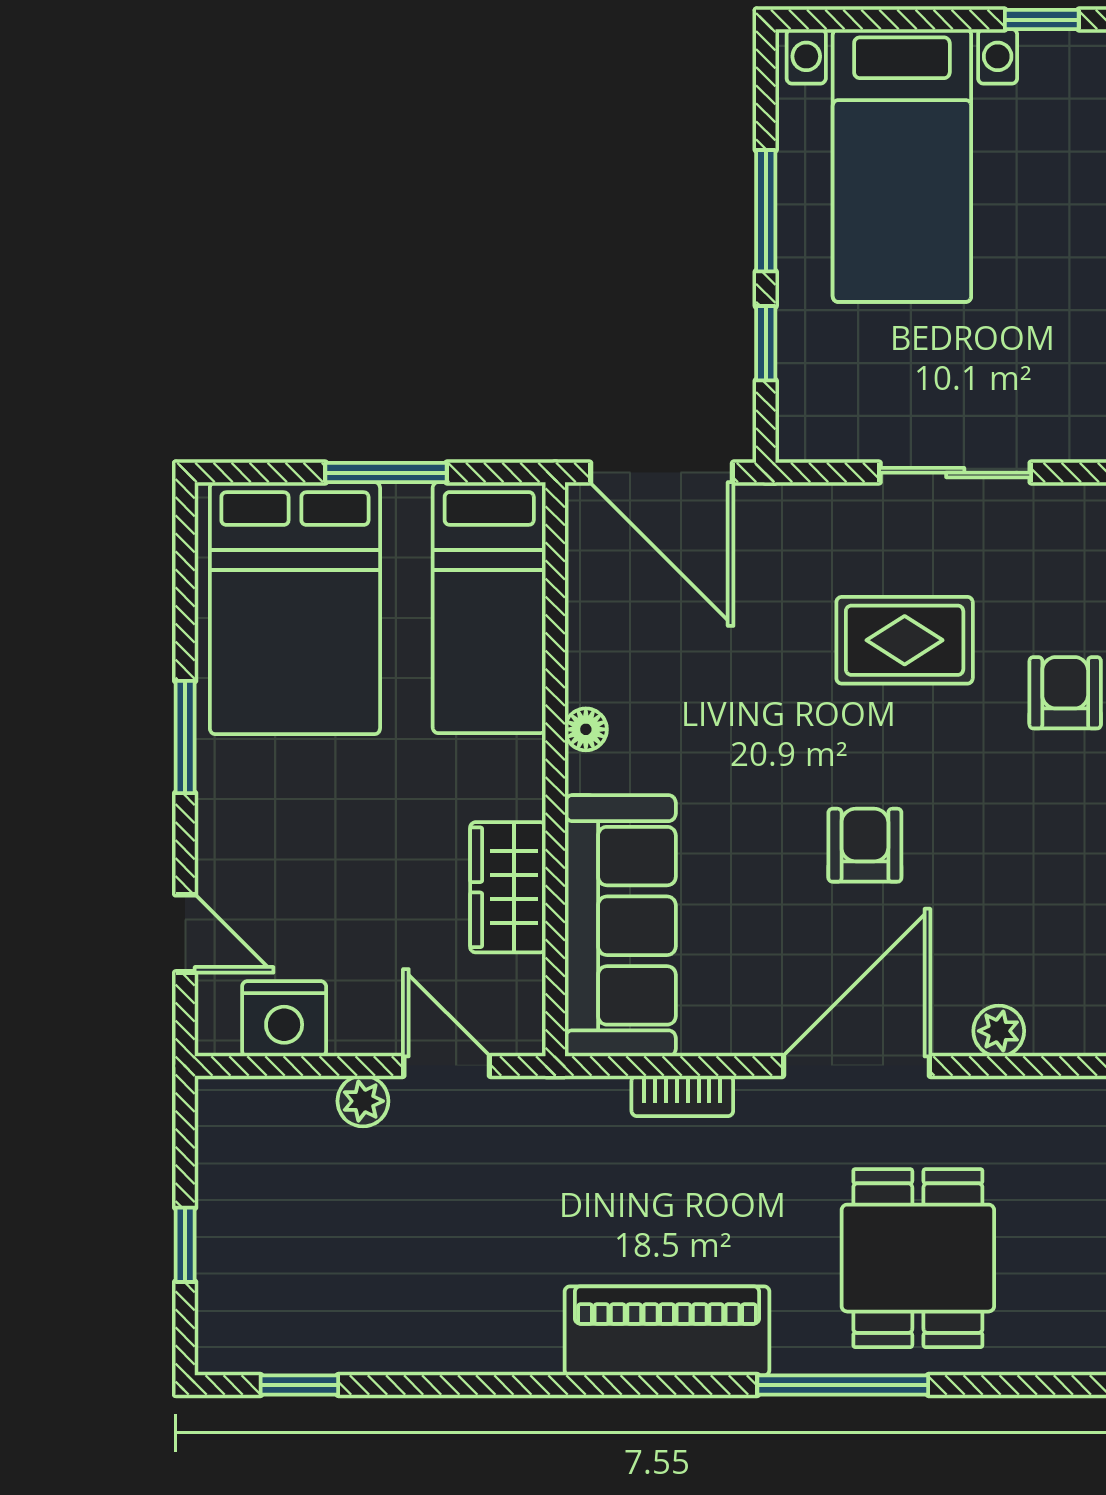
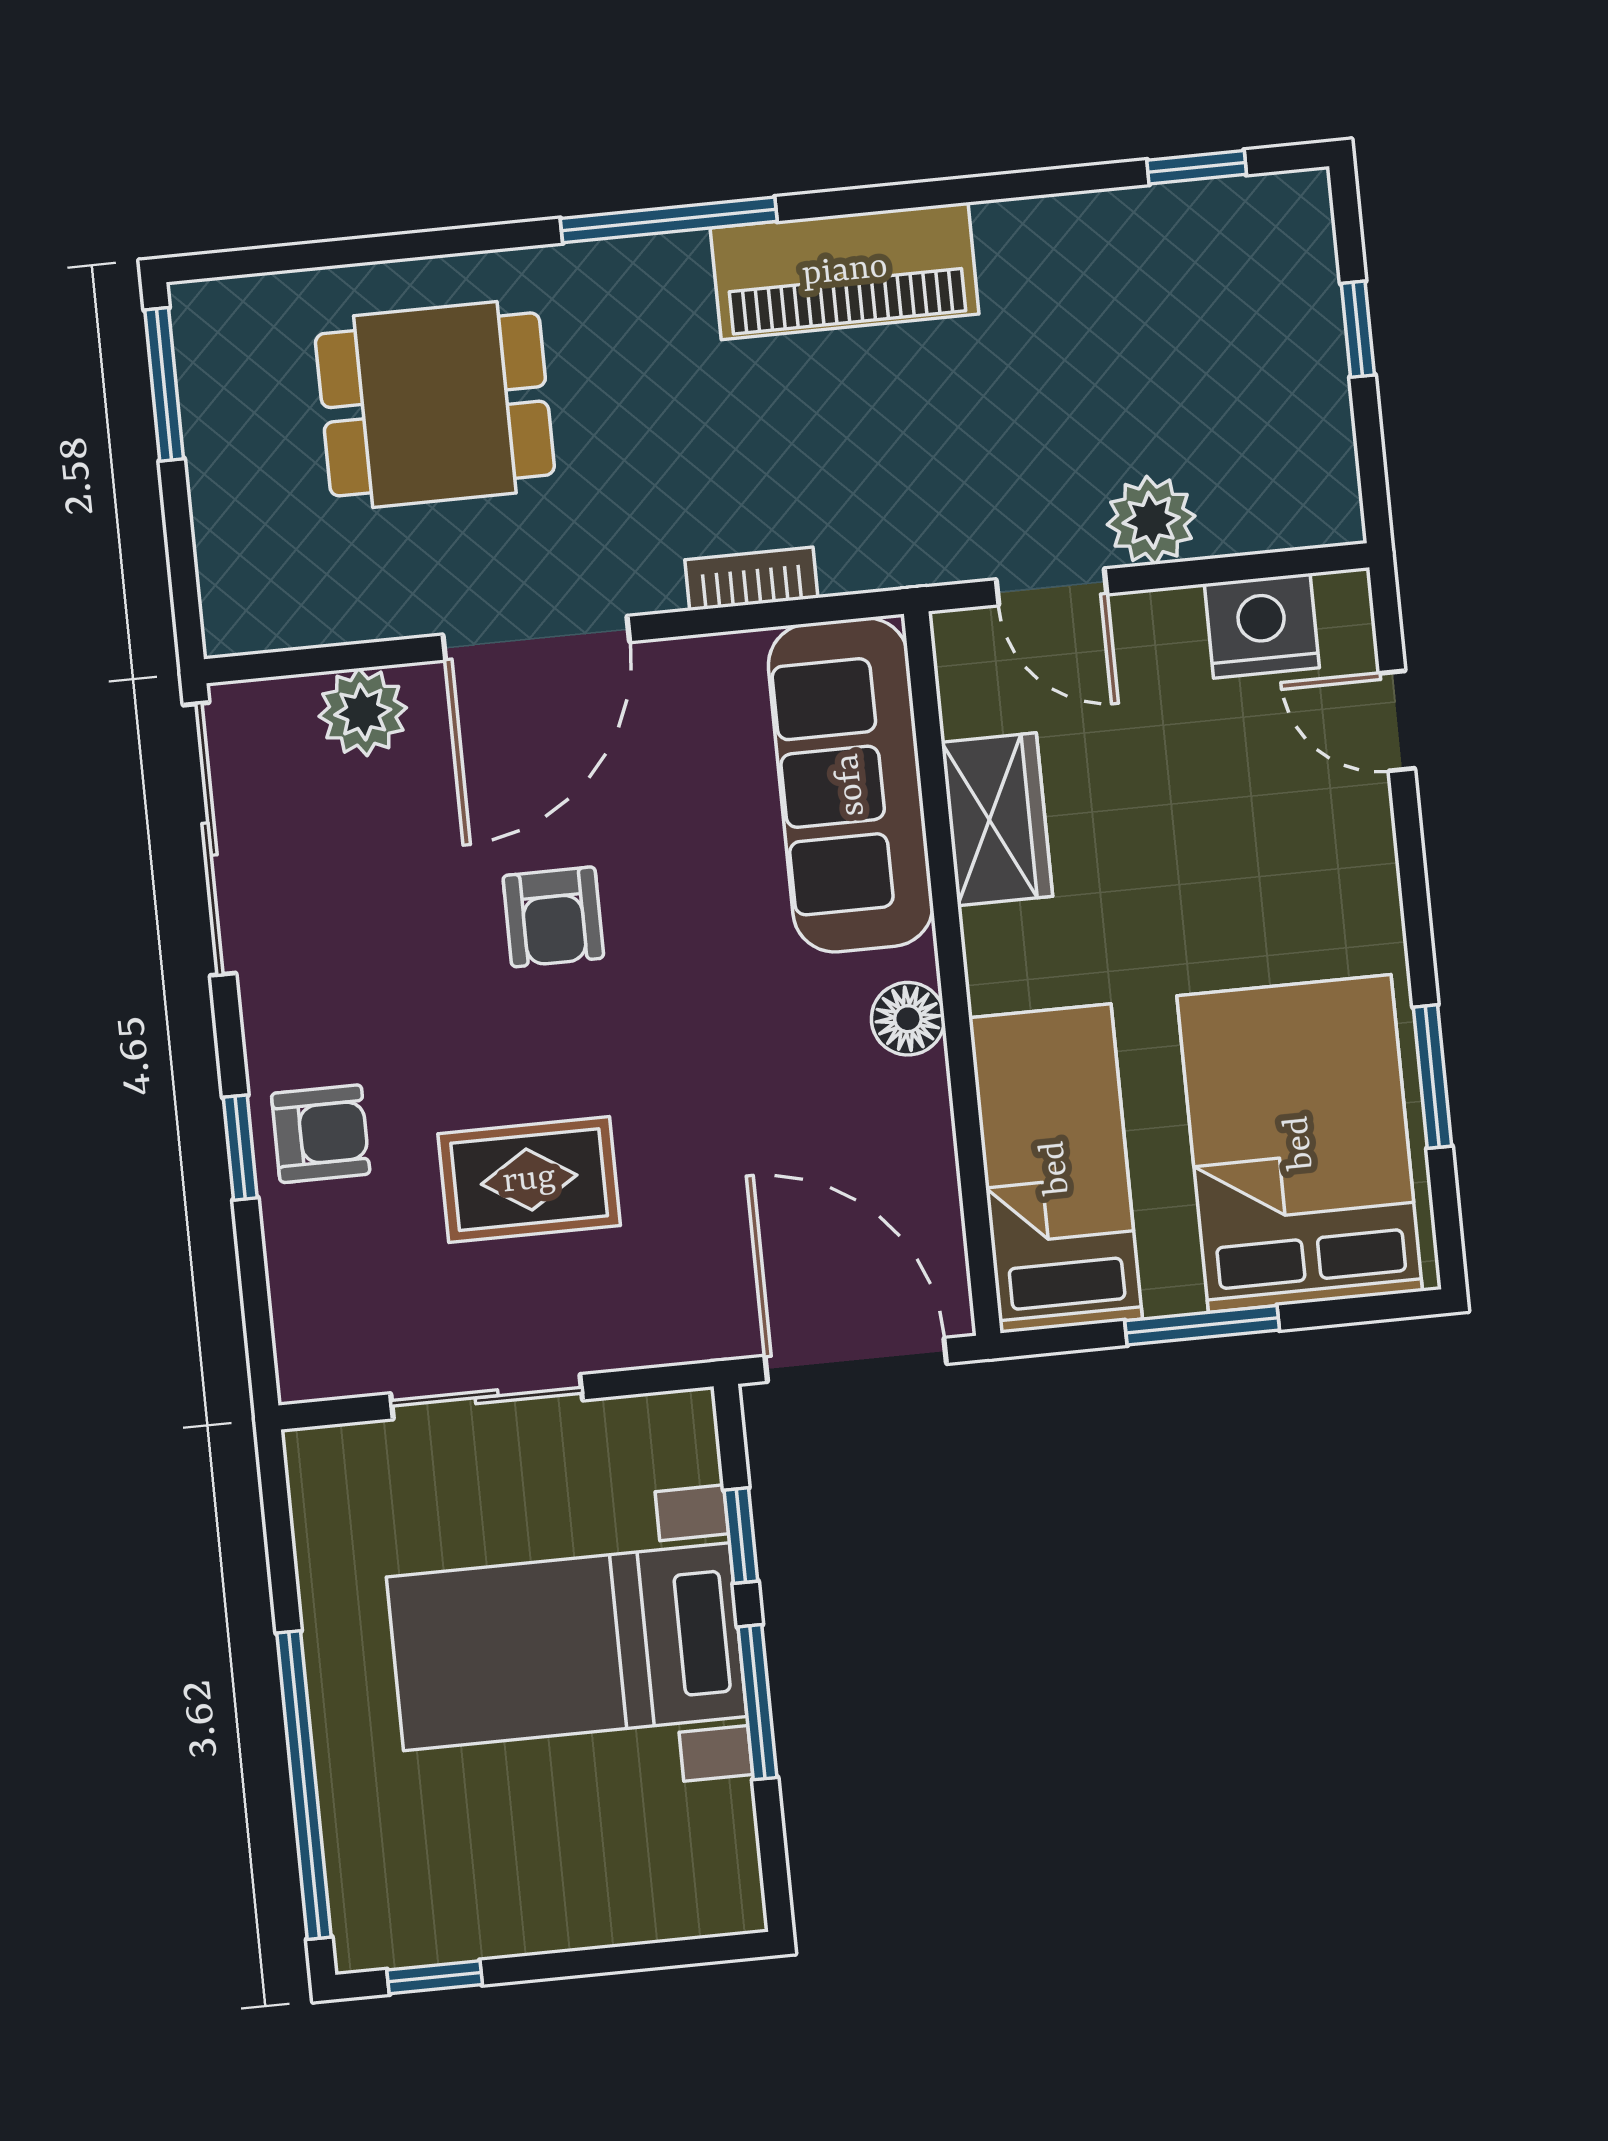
bed with nightstands: (902, 166) -> (567, 1647), moved, turned -90
armchair: (1065, 693) -> (321, 1134), turned -90
floor lamp: (586, 729) -> (908, 1019), width x1.37, depth x1.37
window: (185, 737) -> (1432, 1077), moved
plant: (999, 1031) -> (363, 712), width x1.38, depth x1.38
plant: (363, 1101) -> (1151, 520), width x1.38, depth x1.38
dining table: (918, 1258) -> (435, 404), turned 90
piano: (667, 1331) -> (845, 271), moved
window: (843, 1385) -> (669, 220), moved

